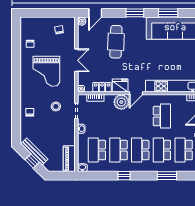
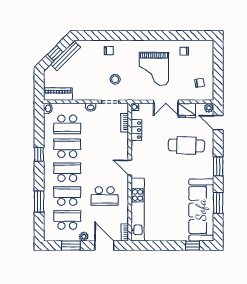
grand piano: (46, 71) -> (154, 69), turned -90
fridge: (120, 85) -> (187, 110), moved, turned 90
plant: (121, 102) -> (120, 151), removed
school desk: (97, 150) -> (67, 124), turned 180

